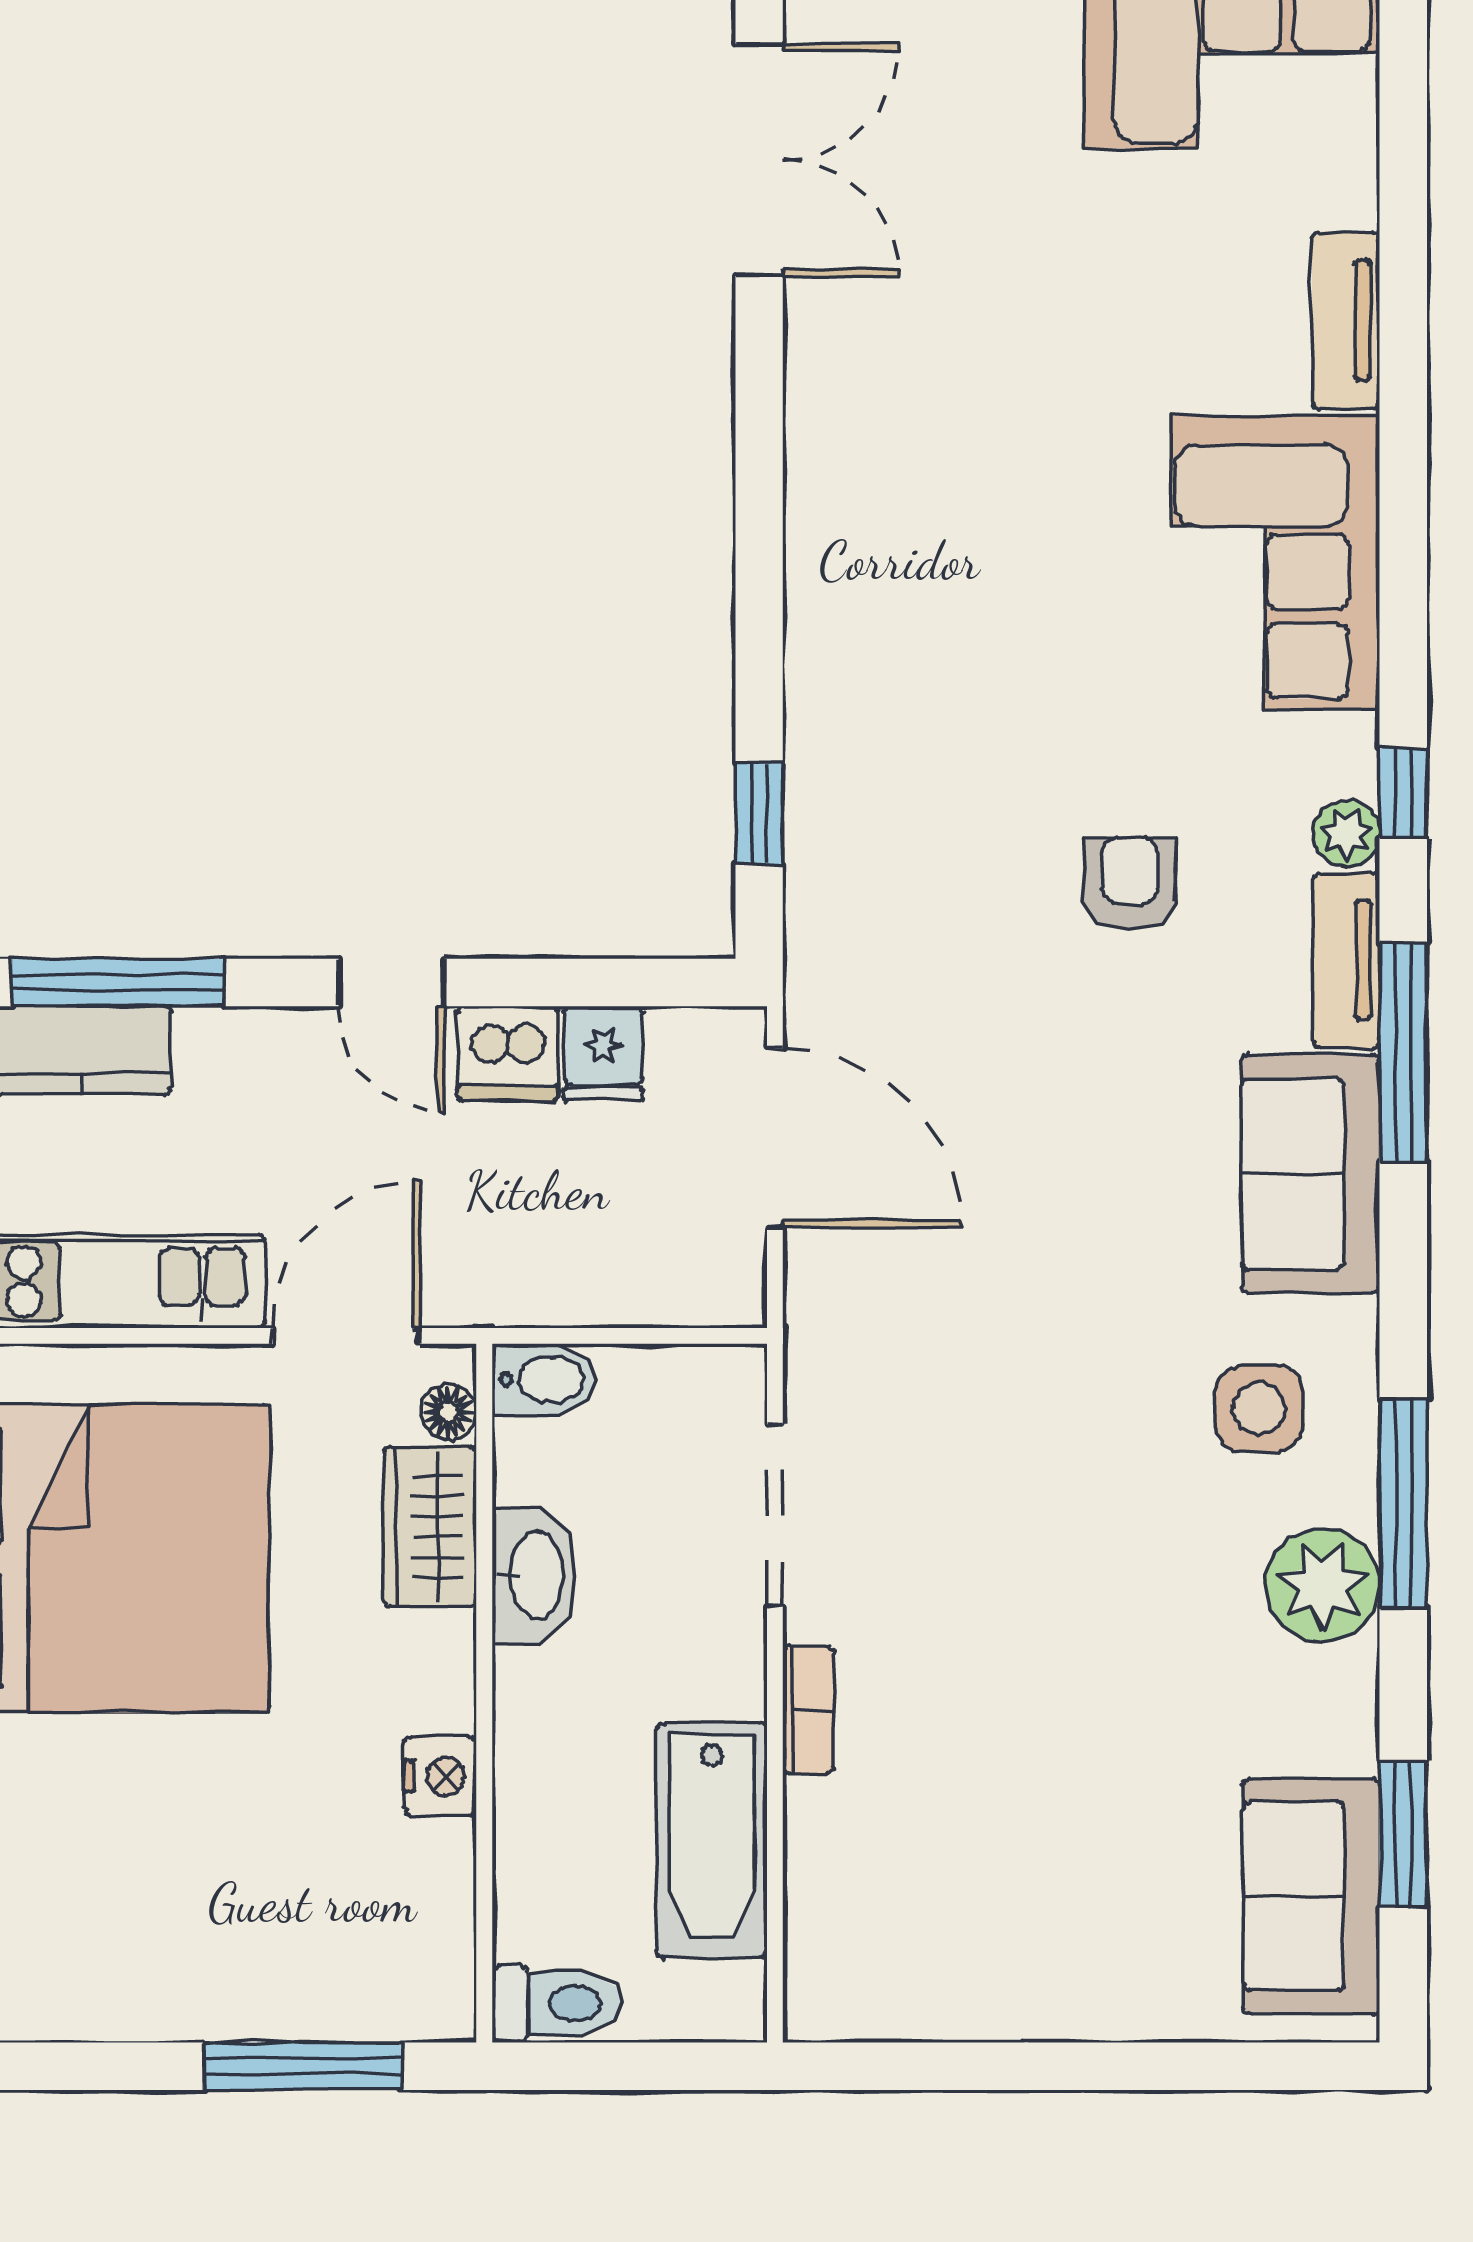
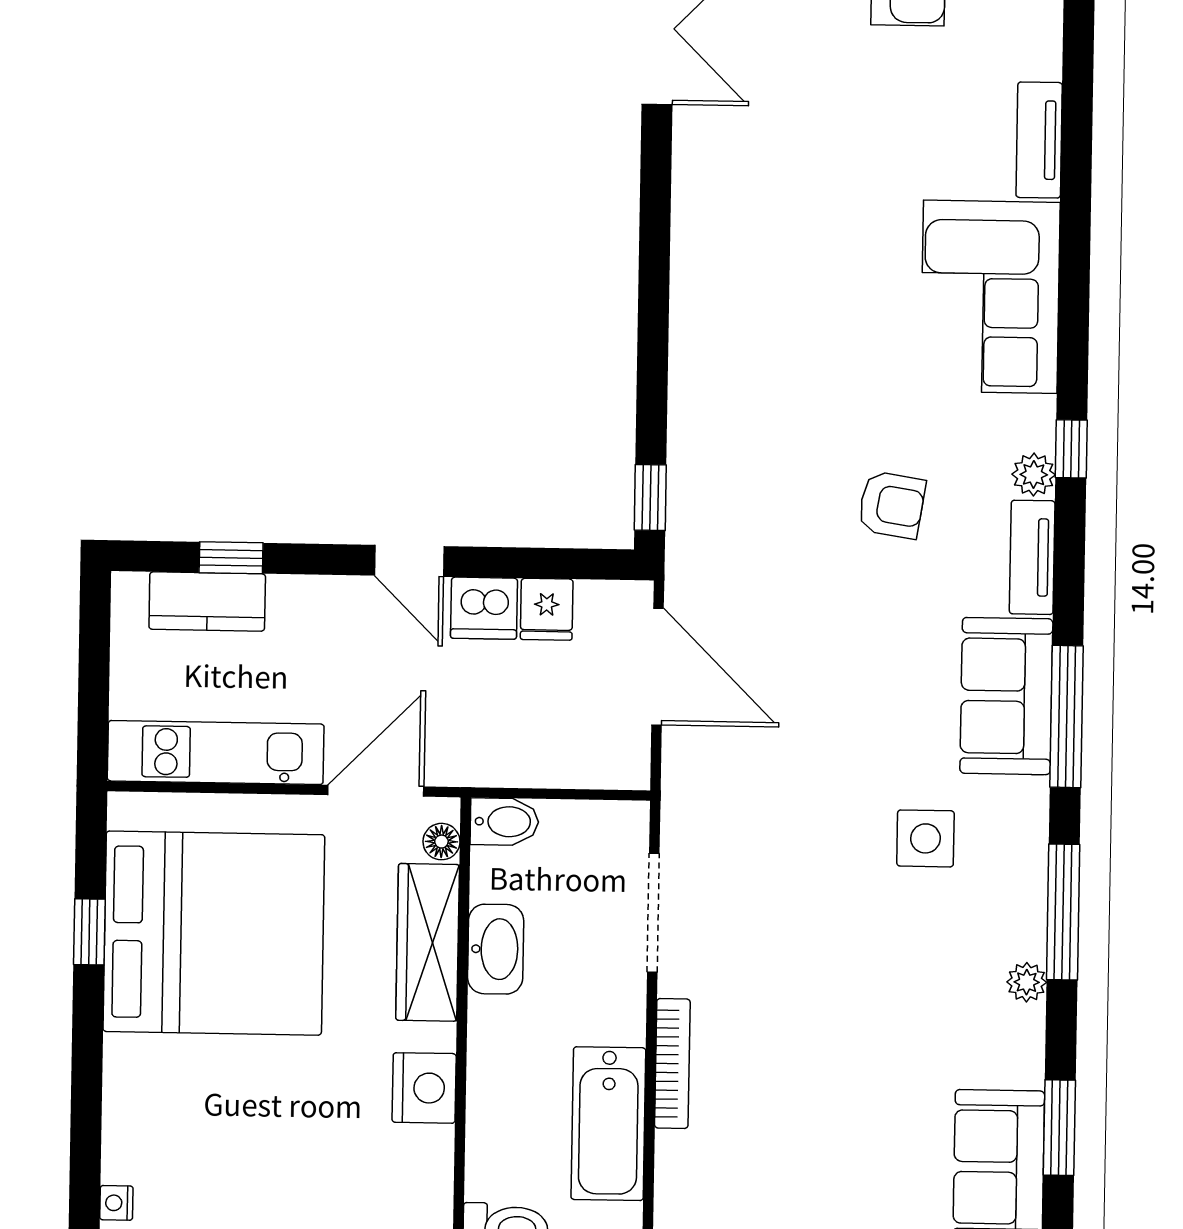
window: (759, 814) -> (650, 498), moved
armchair: (1129, 884) -> (892, 505), turned 99
window: (118, 982) -> (231, 558), width x0.46
window: (1403, 1052) -> (1067, 717), moved
side table: (1259, 1408) -> (925, 838), moved
wardrobe: (430, 1527) -> (428, 942), width x1.50
plant: (1322, 1585) -> (1027, 982), width x0.53, depth x0.53
bookcase: (808, 1710) -> (672, 1064), width x1.56
nightstand: (440, 1776) -> (424, 1088), width x1.36, depth x1.33

